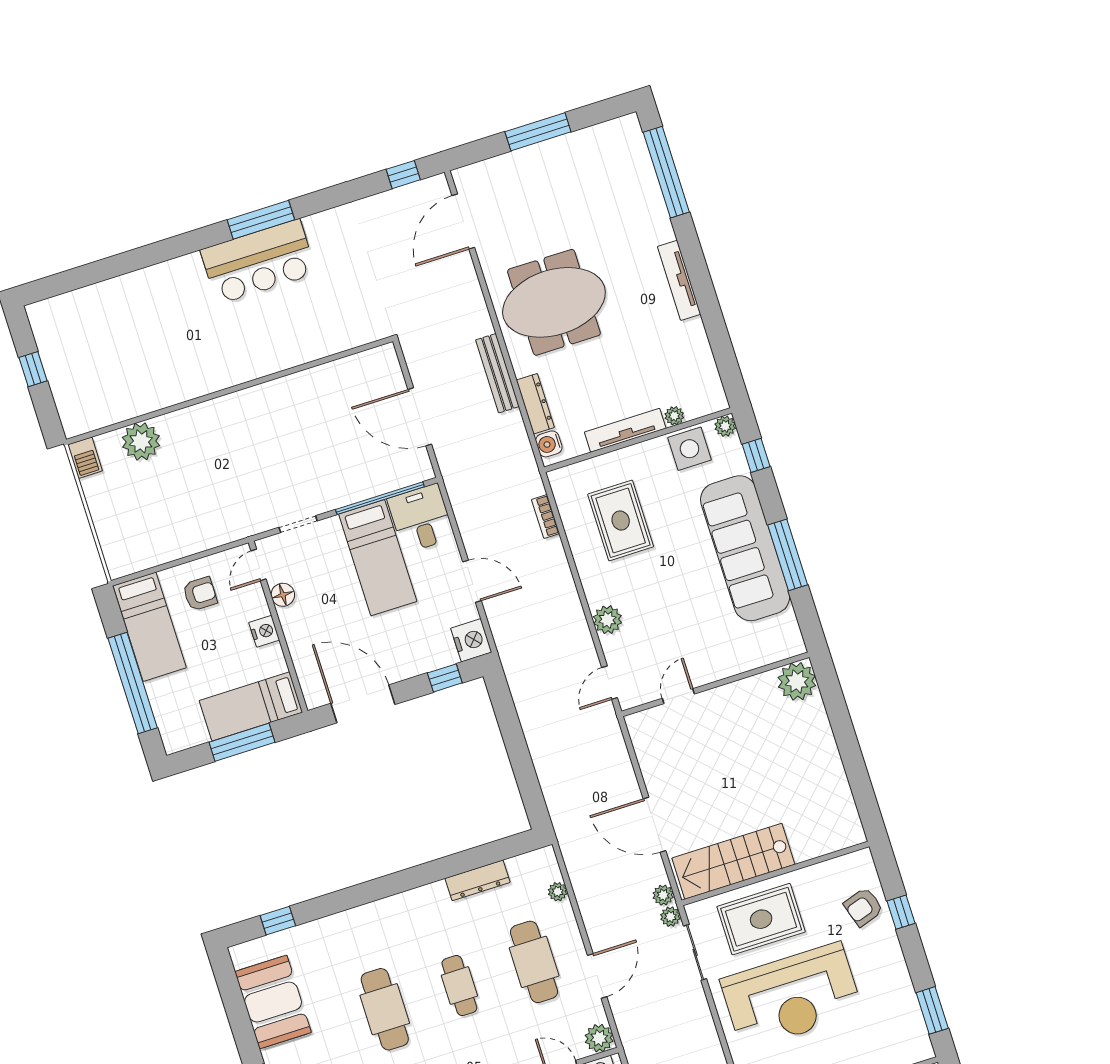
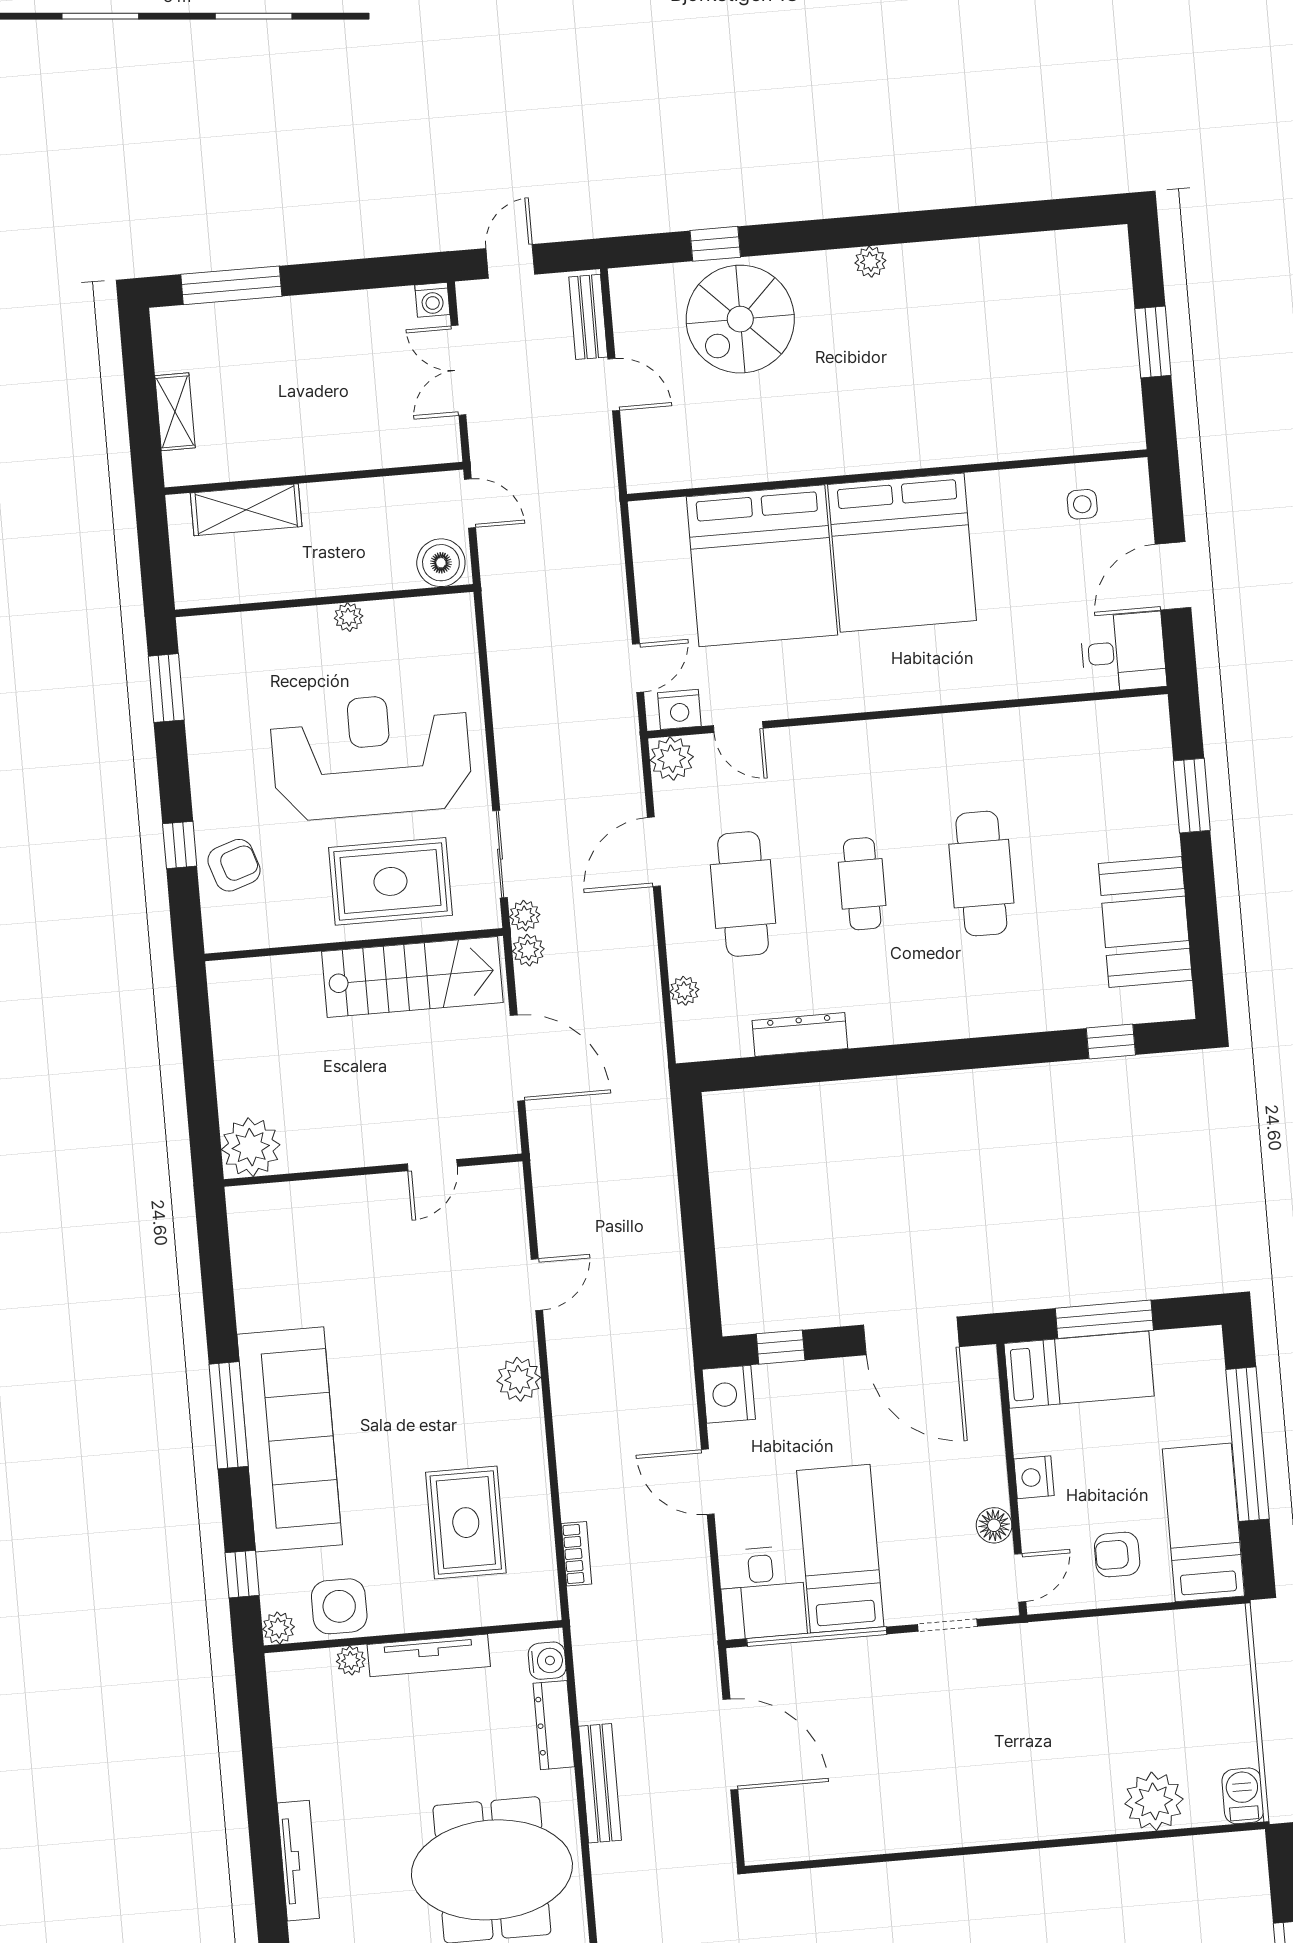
plant: (797, 681) -> (251, 1147), moved
wall: (715, 684) -> (373, 1170), moved
door: (678, 696) -> (432, 1165), moved

